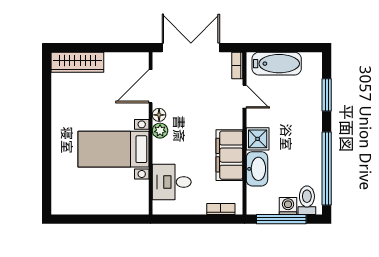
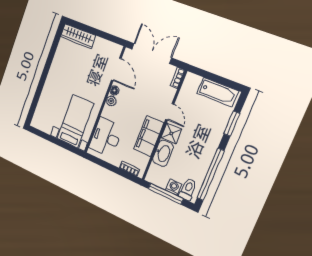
bathtub: (277, 64) -> (218, 92), moved
door: (151, 86) -> (116, 69), swing flipped
door: (245, 97) -> (170, 112), moved
bed with nightstands: (113, 149) -> (75, 121), moved, turned 90
desk: (172, 182) -> (106, 137), width x1.37

